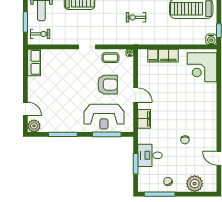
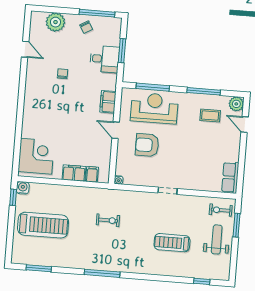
coffee table: (110, 58) -> (210, 116), moved

